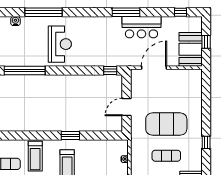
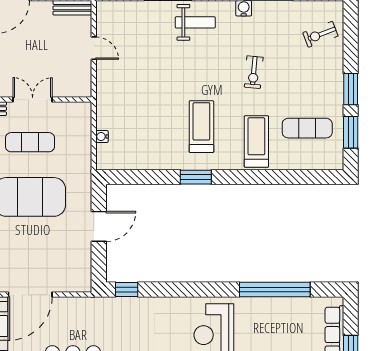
door: (154, 68) -> (30, 295), moved

